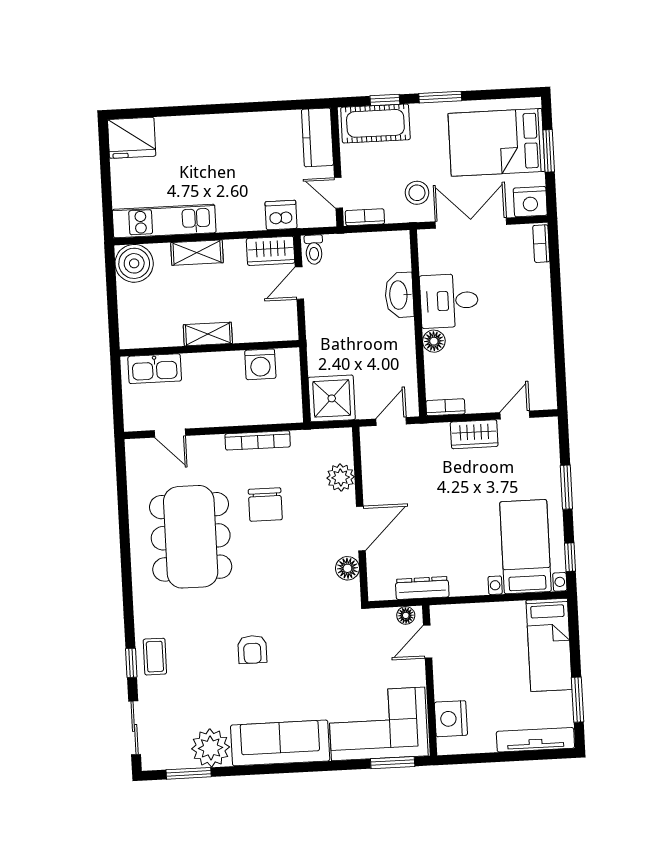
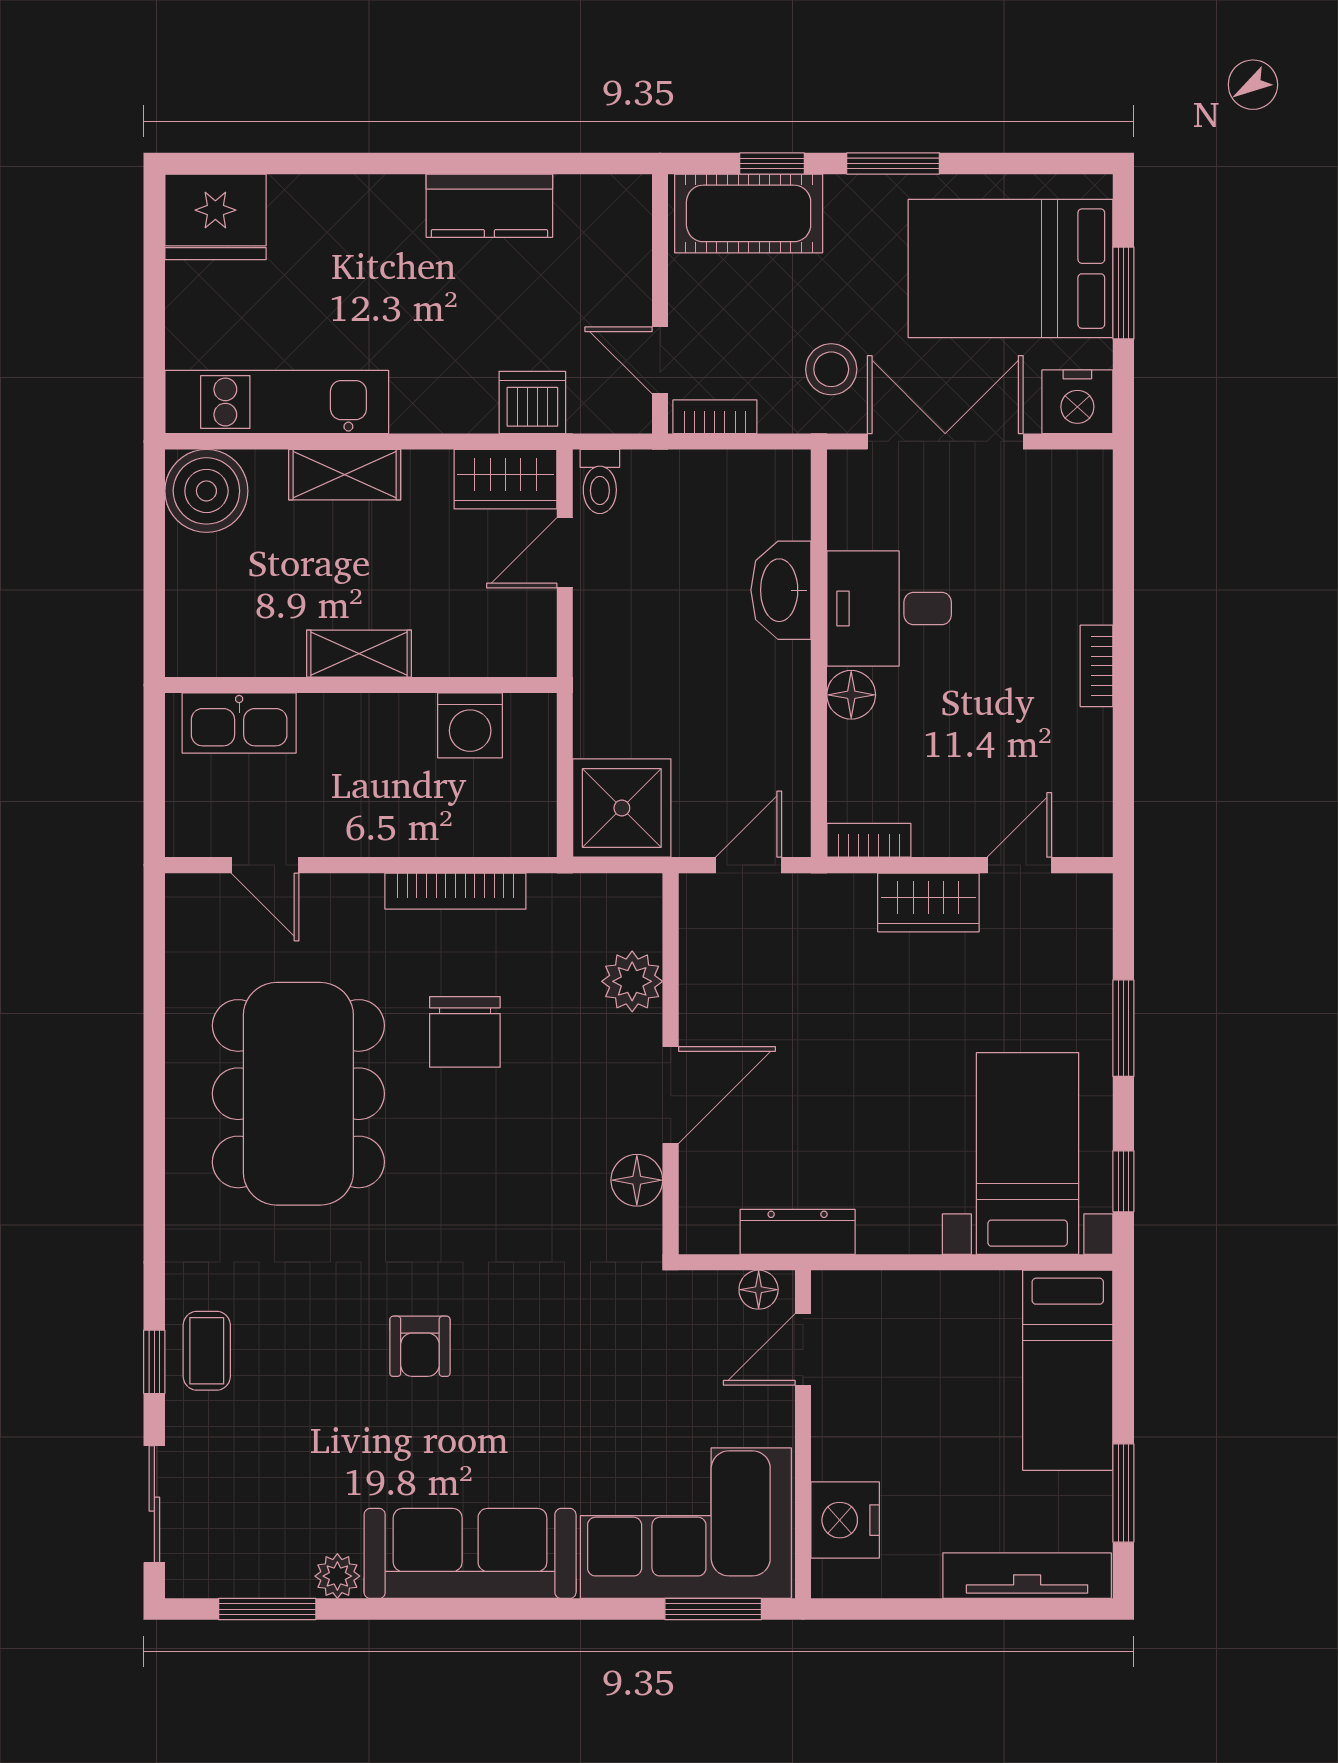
kitchen counter: (317, 137) -> (489, 206), moved, turned -90
bookcase: (541, 244) -> (1096, 666), moved
plant: (211, 748) -> (337, 1576), width x0.53, depth x0.53

